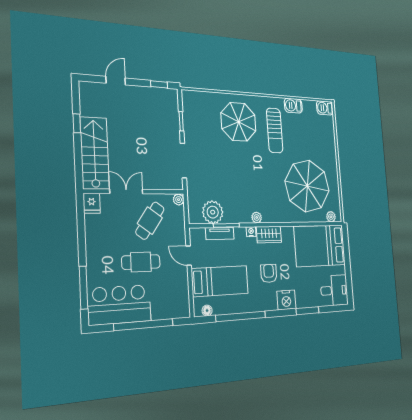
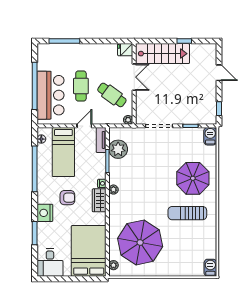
barbecue: (293, 106) -> (210, 136), moved
tv unit: (220, 233) -> (101, 140), moved
bar counter: (119, 305) -> (50, 95), moved

